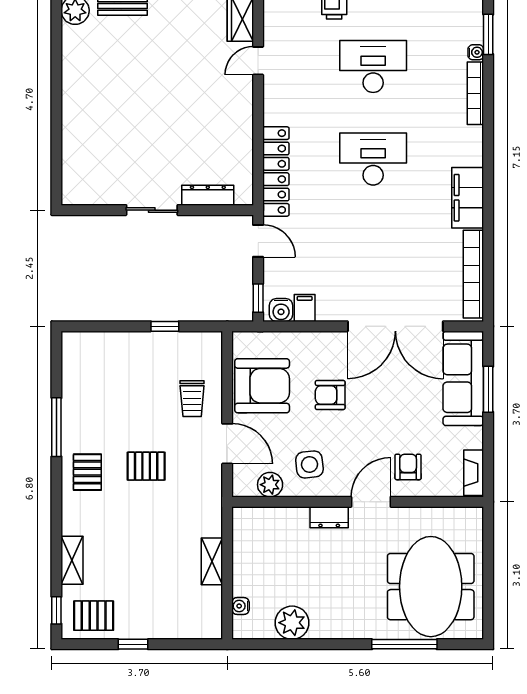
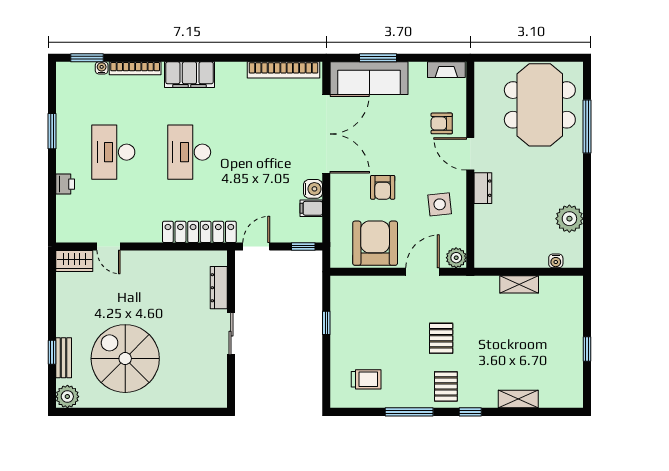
spiral stairs: (121, 81) -> (125, 359), added
filing cabinet: (468, 198) -> (189, 75), moved
water cooler: (281, 310) -> (313, 189), moved
trolley: (192, 399) -> (366, 379), moved
pallet: (87, 472) -> (446, 386), turned 90
plant: (270, 485) -> (456, 258), moved
meeting table: (431, 587) -> (540, 105), turned 90
window: (56, 610) -> (470, 412), moved
pallet: (94, 616) -> (564, 381), removed

